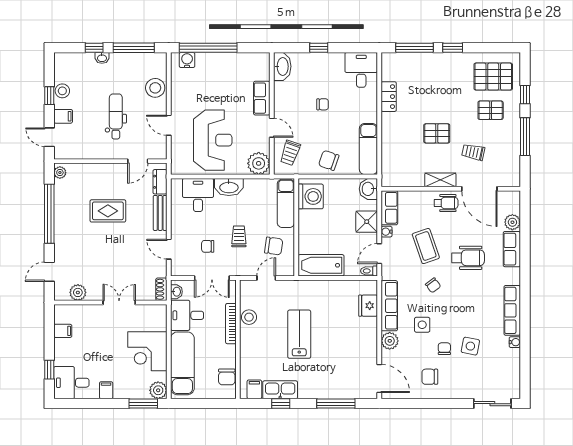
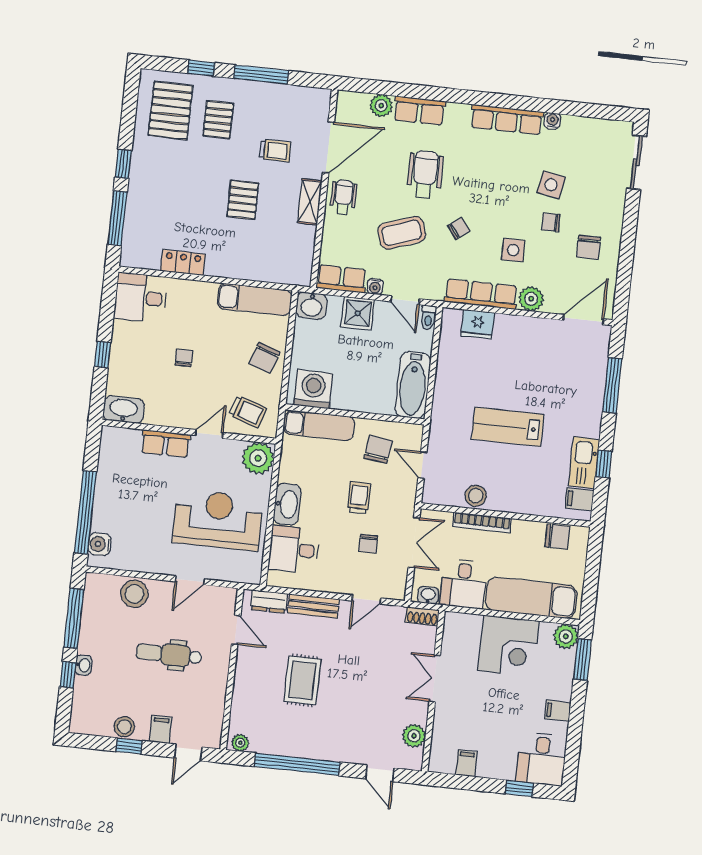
trolley: (473, 152) -> (275, 151), turned -102
trolley: (239, 236) -> (359, 498), turned 90

